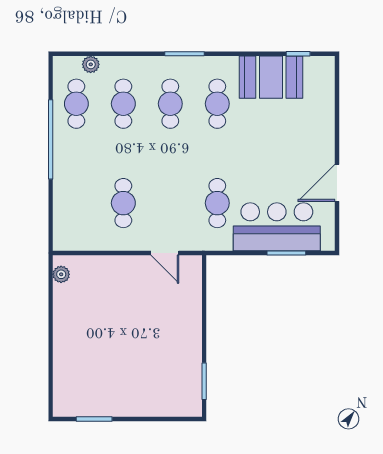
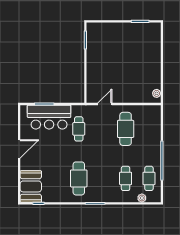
booth: (271, 77) -> (31, 186), moved, turned 90
cafe table: (170, 104) -> (102, 178), removed
cafe table: (217, 104) -> (79, 178), width x1.37, depth x1.35
door: (337, 183) -> (19, 149), moved
cafe table: (123, 203) -> (126, 129), width x1.37, depth x1.35
door: (165, 253) -> (105, 104), hinge flipped

